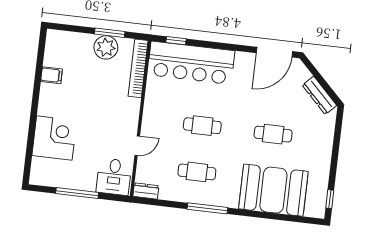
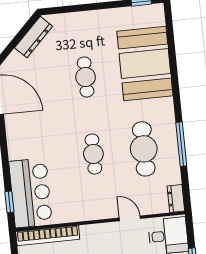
bar counter: (191, 63) -> (31, 193), width x0.73
cafe table: (197, 172) -> (144, 149), width x1.37, depth x1.35
window: (207, 208) -> (181, 144), moved

